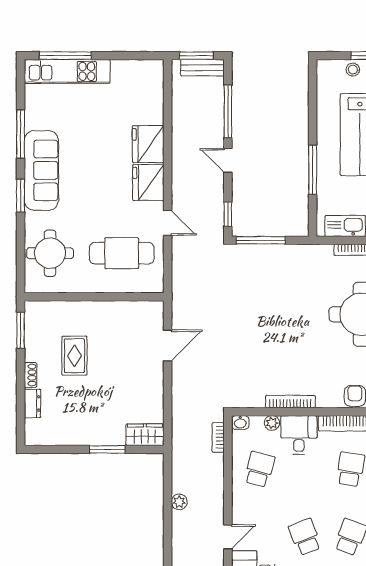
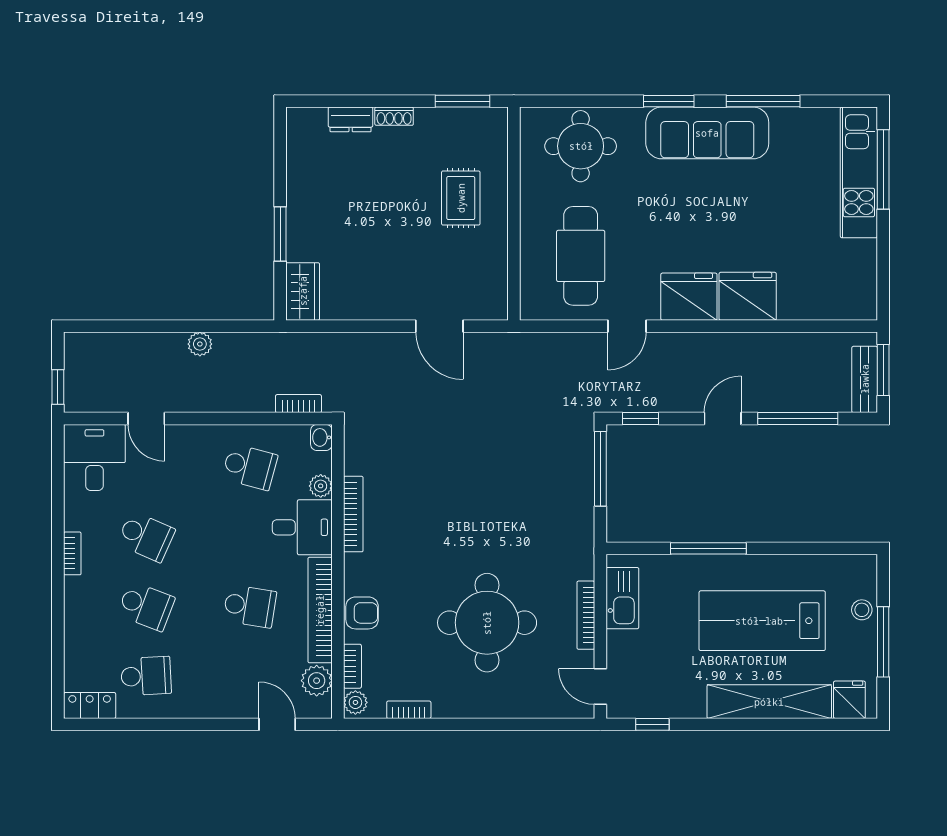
rug: (74, 356) -> (461, 198), moved, turned 90
school desk: (305, 537) -> (146, 537), turned 45

